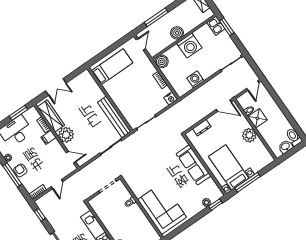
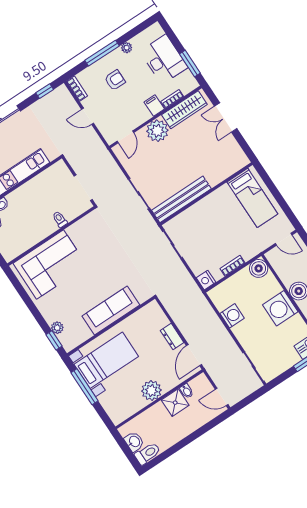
dresser: (202, 128) -> (172, 337), moved
armchair: (20, 170) -> (115, 80), moved

